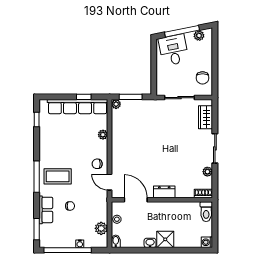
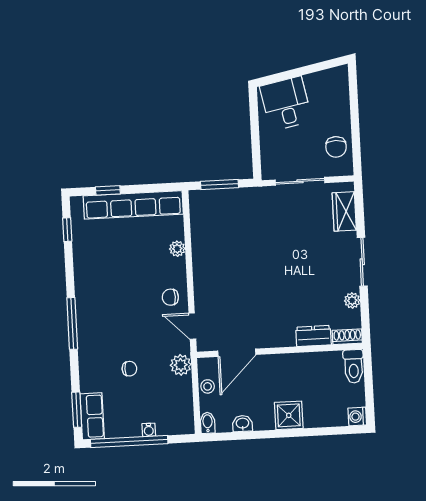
window: (182, 31) -> (298, 72), removed
plant: (199, 36) -> (327, 78), removed
window: (84, 97) -> (108, 190), moved
plant: (116, 104) -> (196, 197), removed
coffee table: (58, 176) -> (107, 321), removed
dresser: (164, 192) -> (313, 336), moved
door: (136, 200) -> (237, 353), swing flipped
row of seats: (46, 210) -> (92, 416), moved
plant: (101, 228) -> (181, 365), moved
washbasin: (150, 243) -> (242, 424), moved

